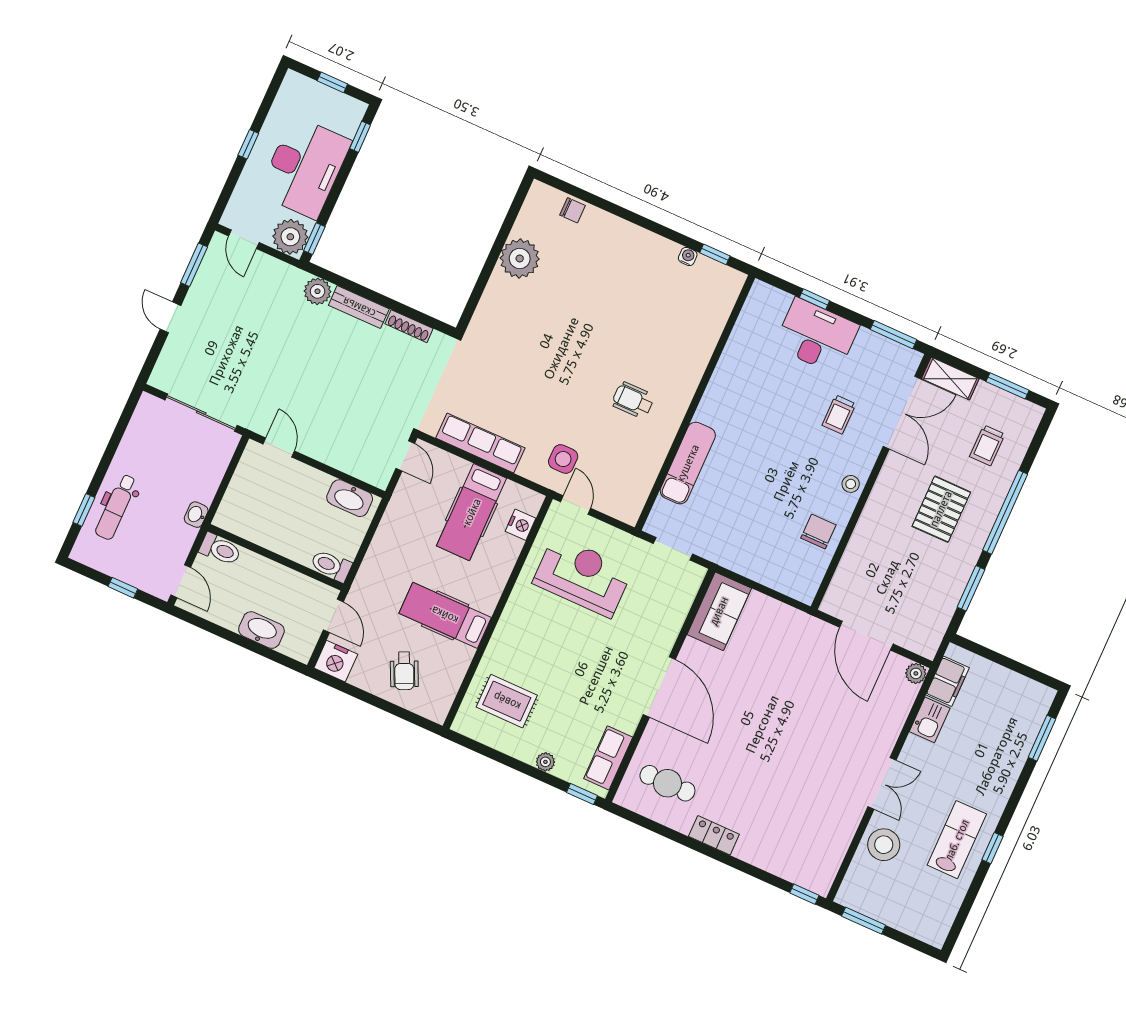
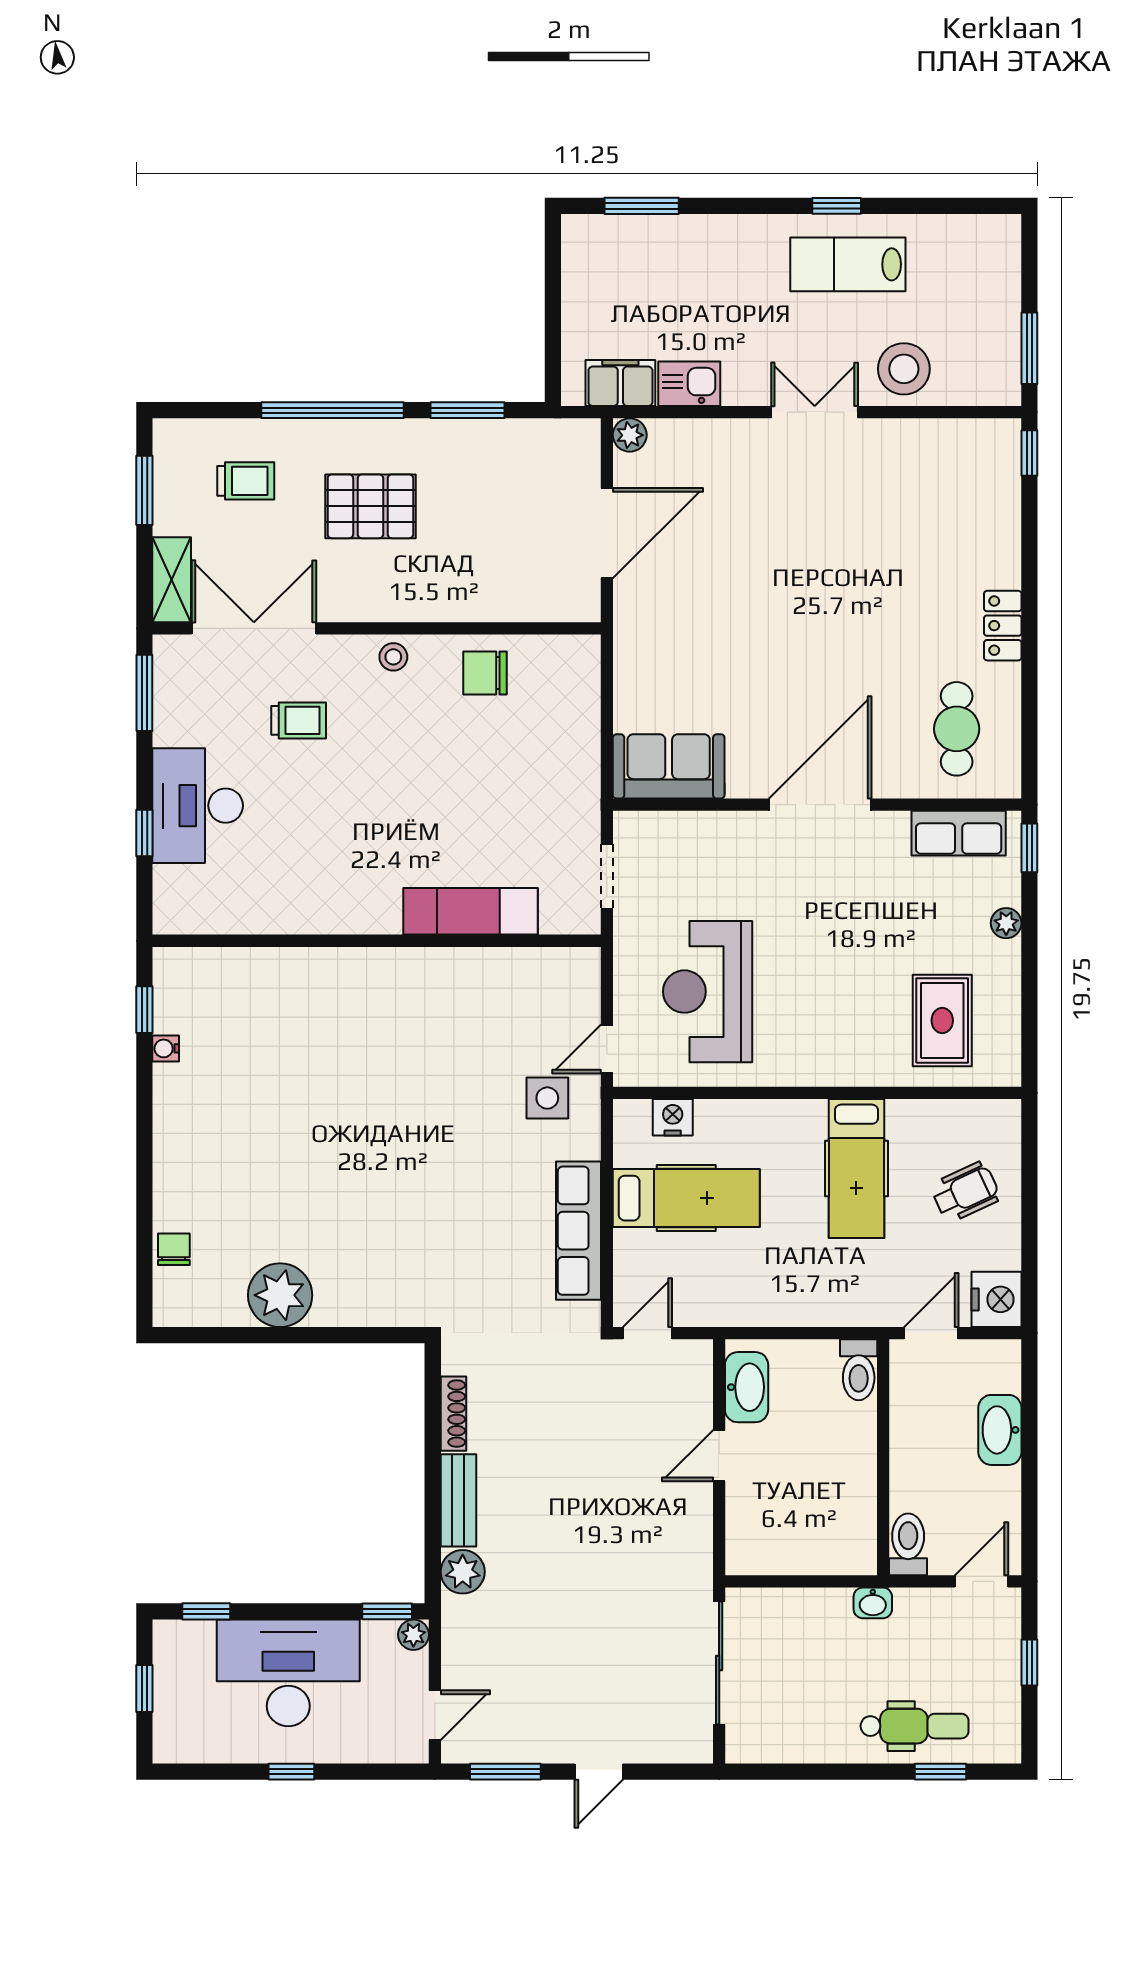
plant: (290, 237) -> (413, 1635), width x0.53, depth x0.53
wheelchair: (633, 400) -> (414, 1034), removed
door: (279, 448) -> (719, 1456), moved

